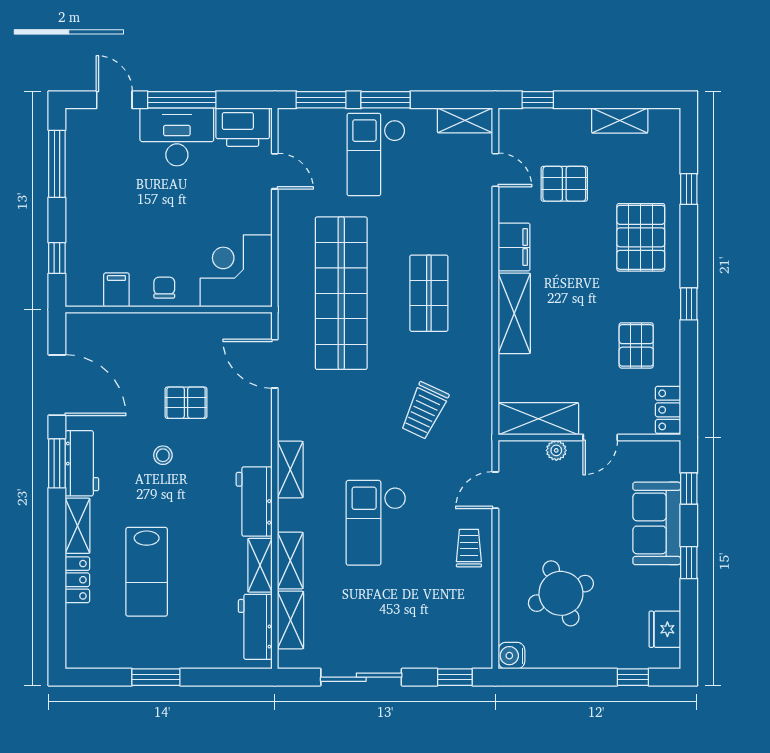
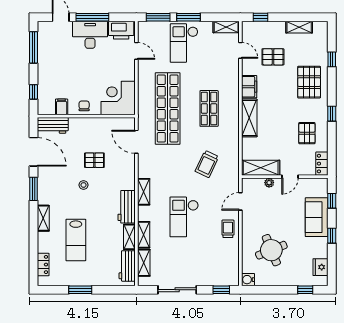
workbench: (82, 463) -> (53, 125), moved, turned 90
locker: (77, 580) -> (43, 265), moved

